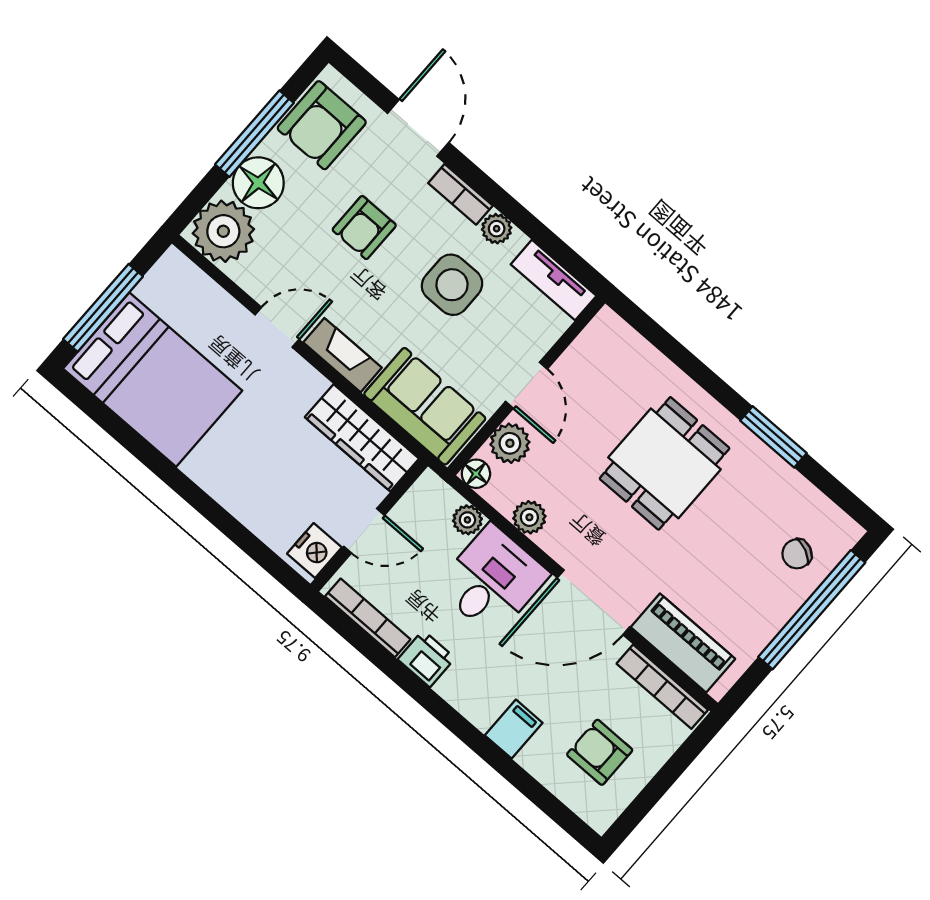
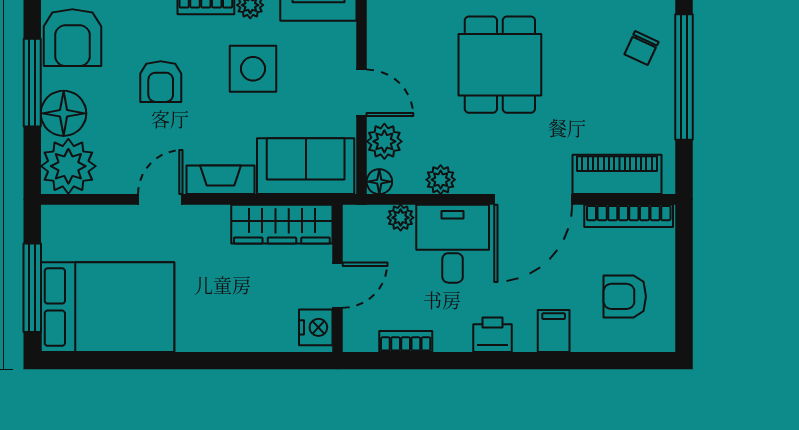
bookcase: (368, 618) -> (406, 341), width x0.64
printer: (426, 659) -> (493, 335), moved

